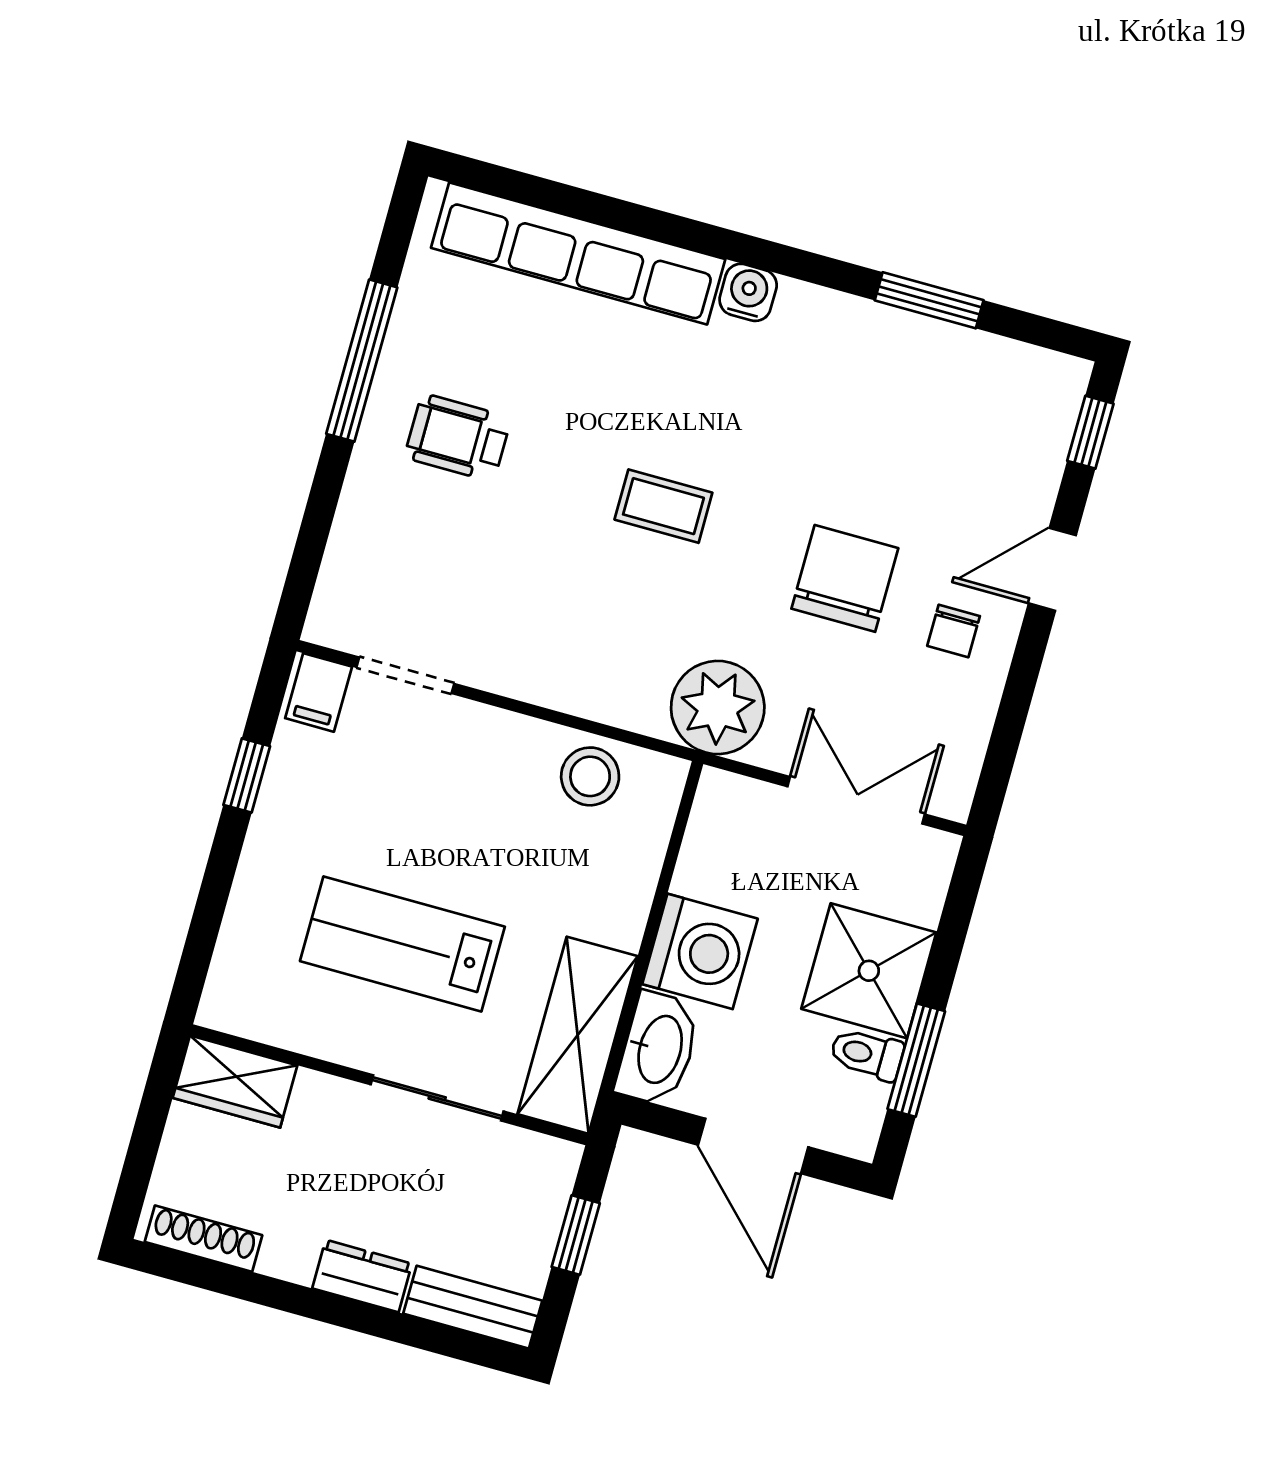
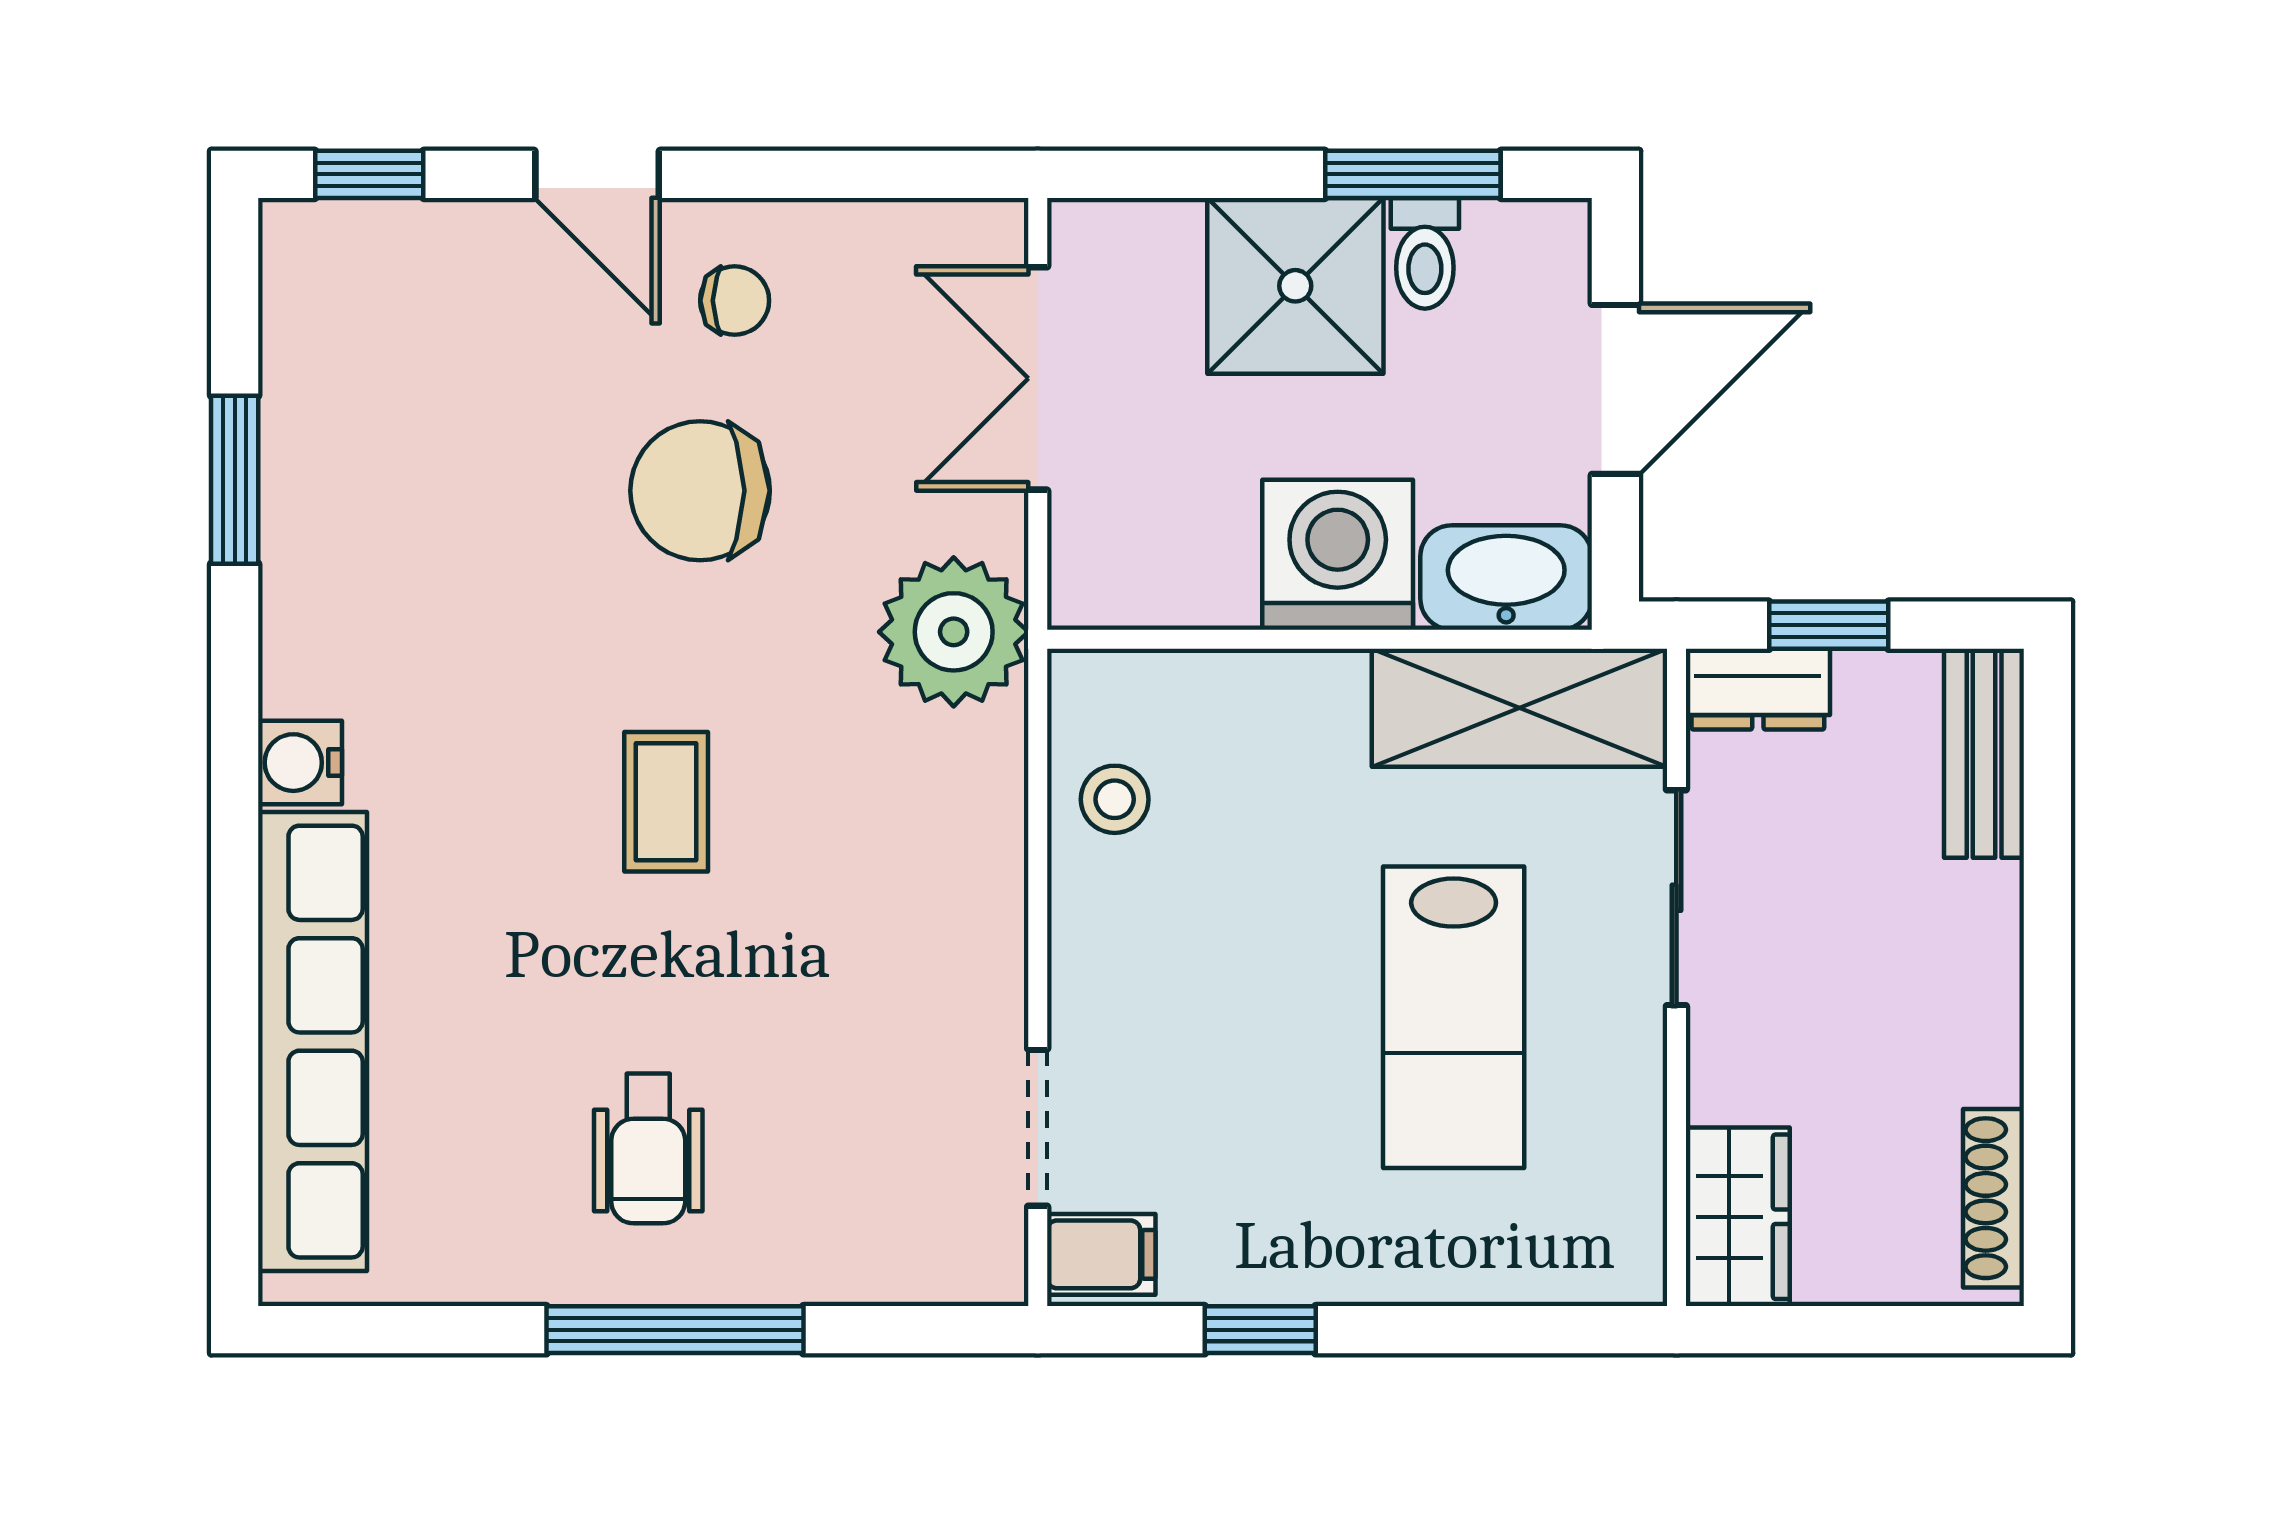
window: (362, 361) -> (675, 1330), moved
stool: (590, 776) -> (1115, 799), width x0.73, depth x0.73
dresser: (362, 1276) -> (1758, 689), moved, turned -90

